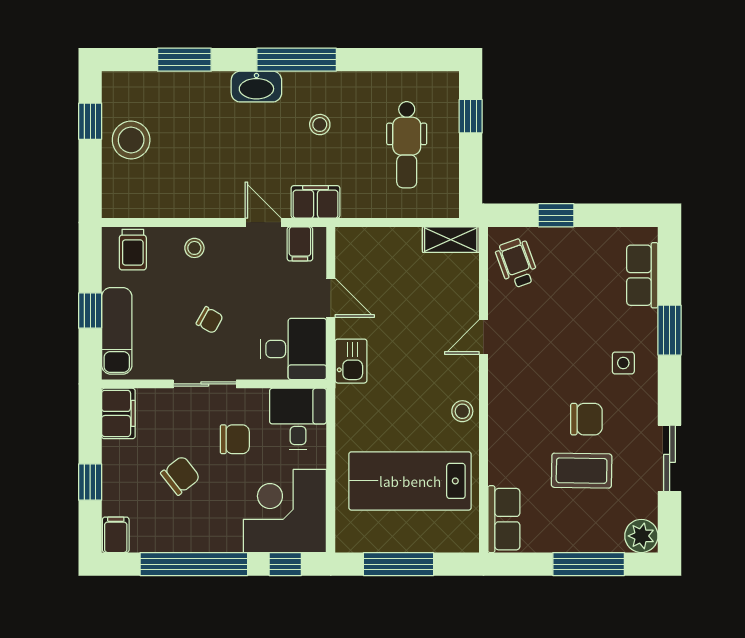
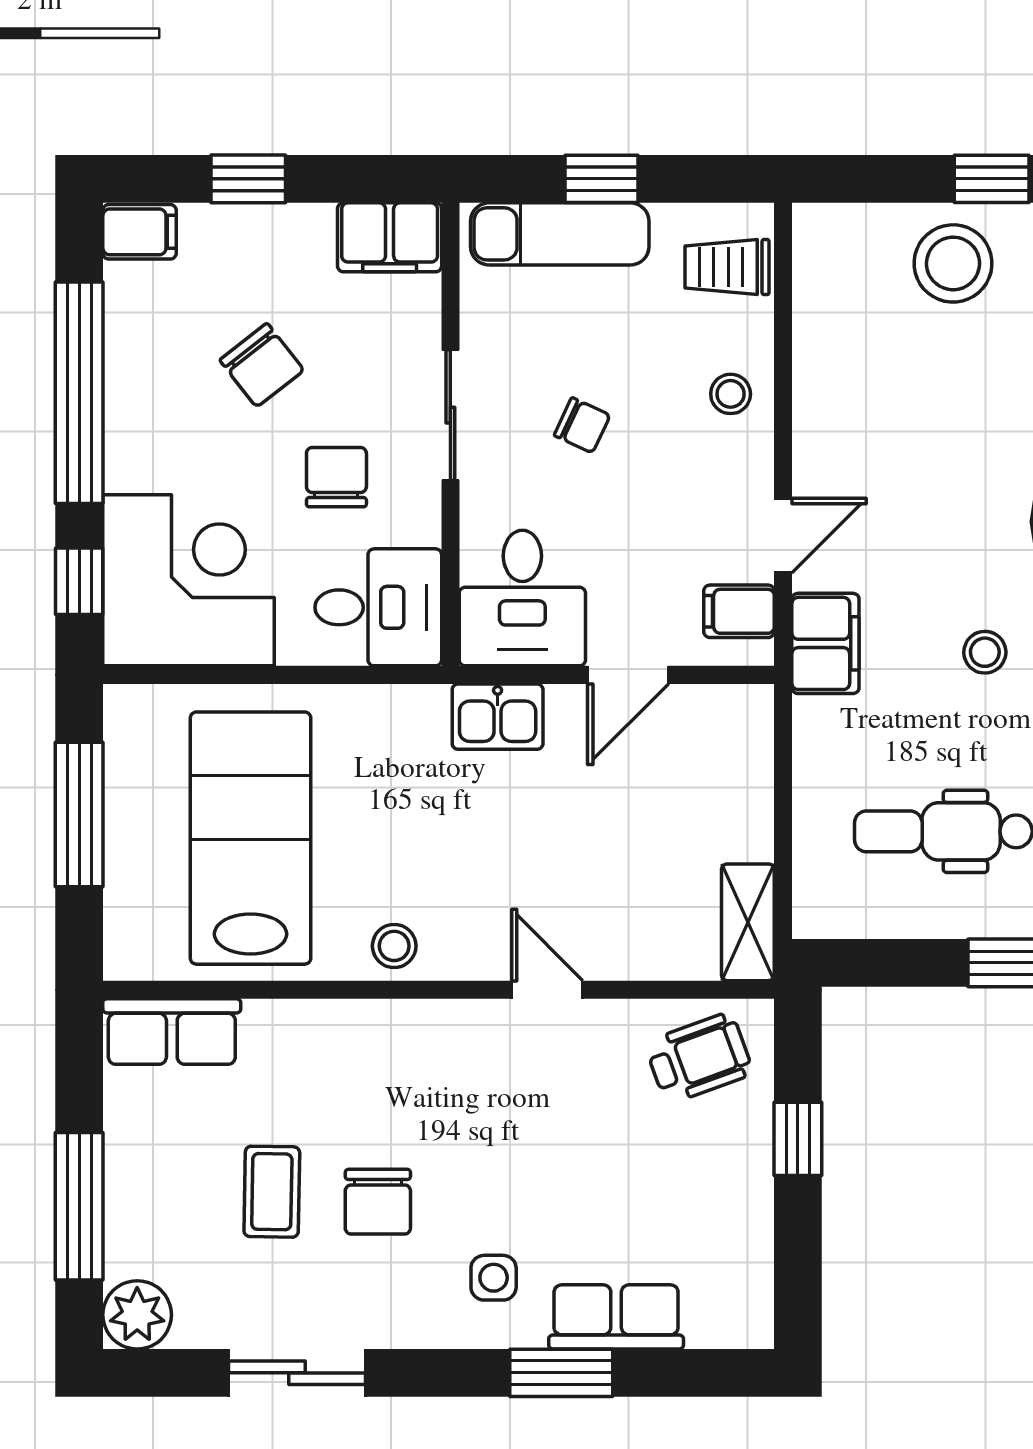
row of seats: (642, 275) -> (616, 1317), moved
chair: (210, 320) -> (582, 425), turned -94
chair: (235, 439) -> (336, 477), turned 180
coffee table: (582, 471) -> (272, 1192), width x0.73, depth x0.77

